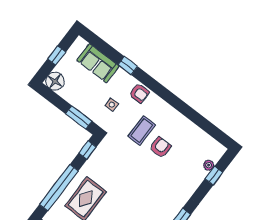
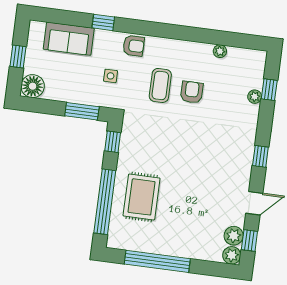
plant: (195, 130) -> (220, 51), added
plant: (209, 165) -> (255, 97), moved

